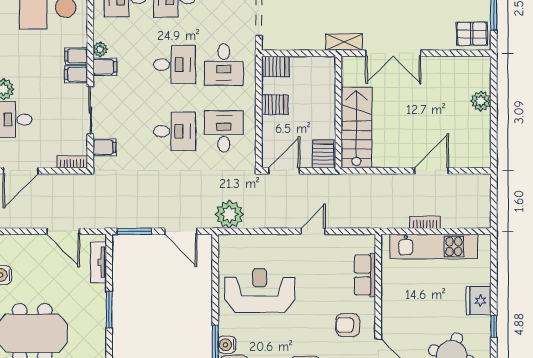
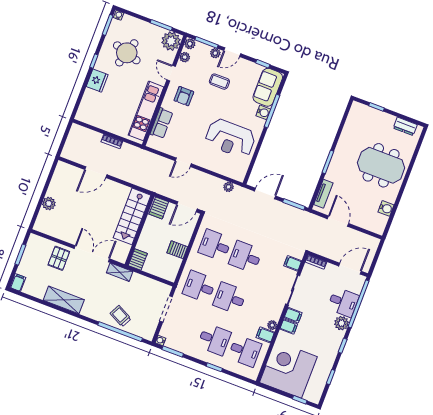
pallet: (472, 34) -> (59, 258), moved, turned 90
desk: (224, 65) -> (199, 287), turned -90
server rack: (275, 66) -> (138, 259), moved, turned 90
filing cabinet: (105, 67) -> (265, 335), moved
desk: (224, 131) -> (215, 245), turned 90
plant: (229, 214) -> (229, 187), width x0.53, depth x0.53
door: (181, 231) -> (265, 193), hinge flipped
kitchen unit: (434, 246) -> (146, 111), moved, turned -90
armchair: (348, 325) -> (184, 96), turned 90

